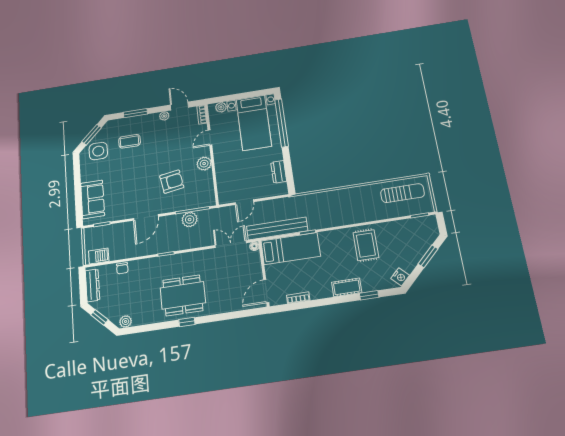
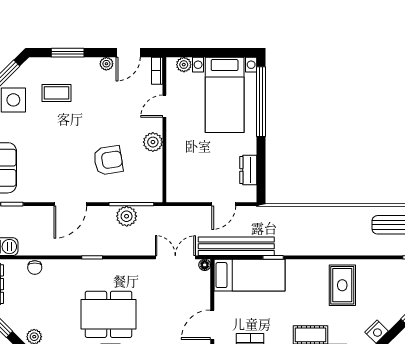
door: (179, 106) -> (128, 53), swing flipped
door: (244, 202) -> (224, 204), moved

